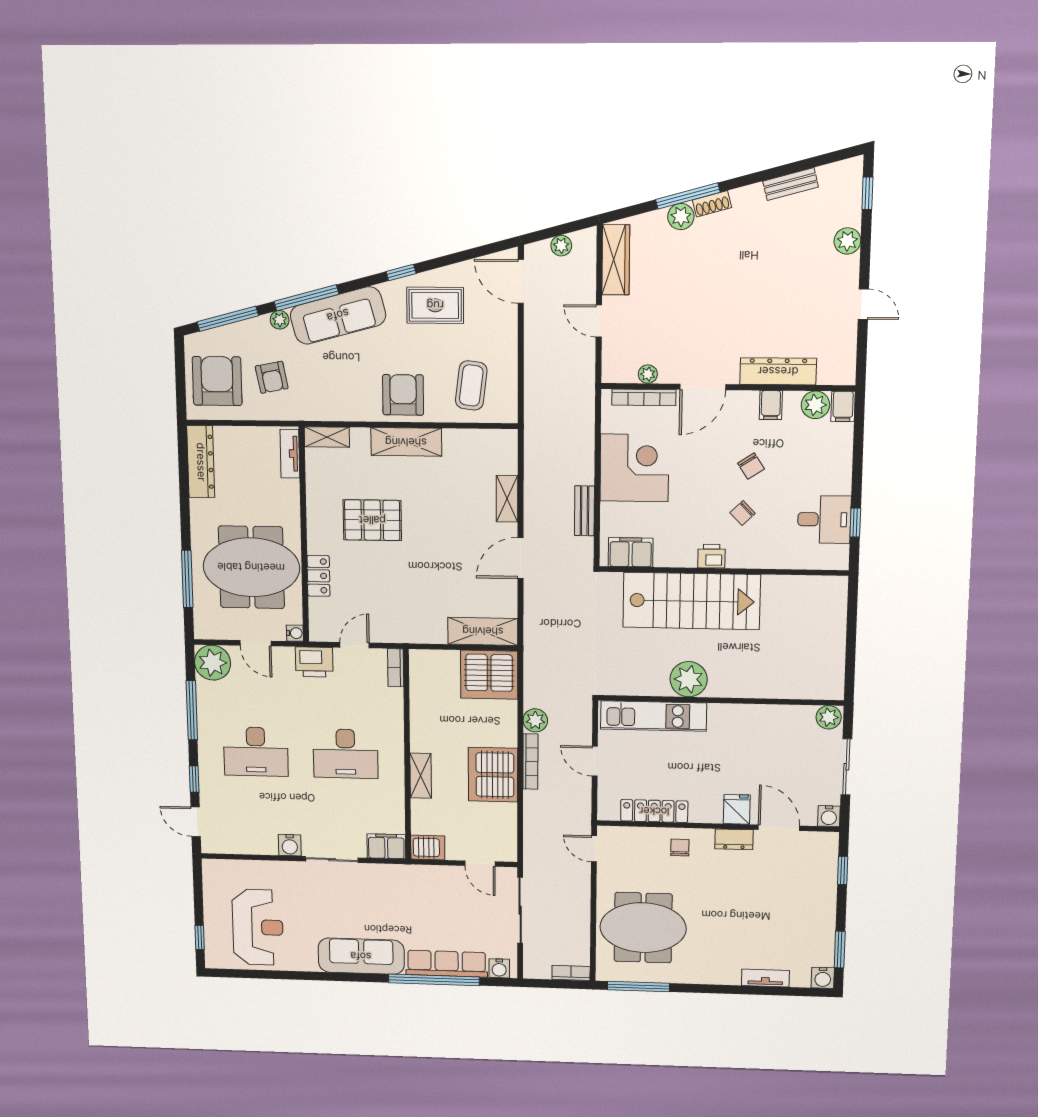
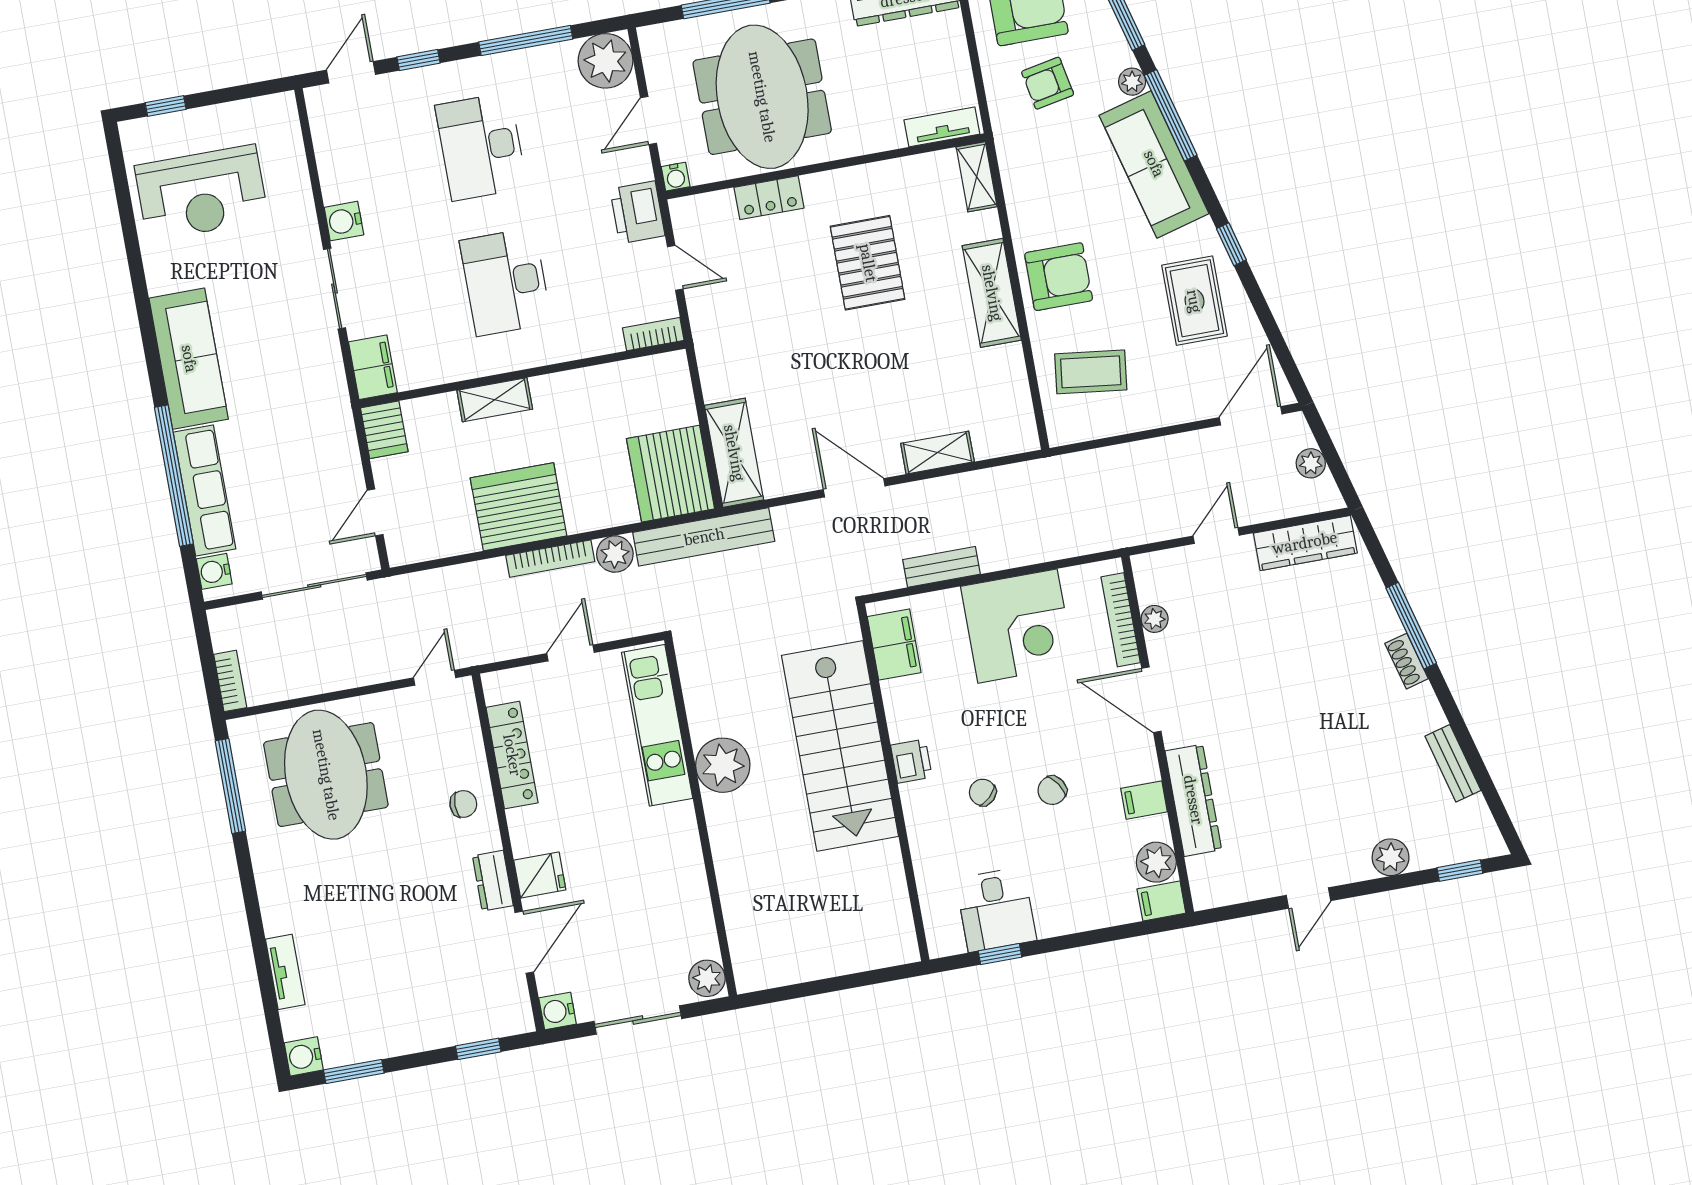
plant: (681, 217) -> (1381, 622), removed
bench: (535, 662) -> (704, 537), added

